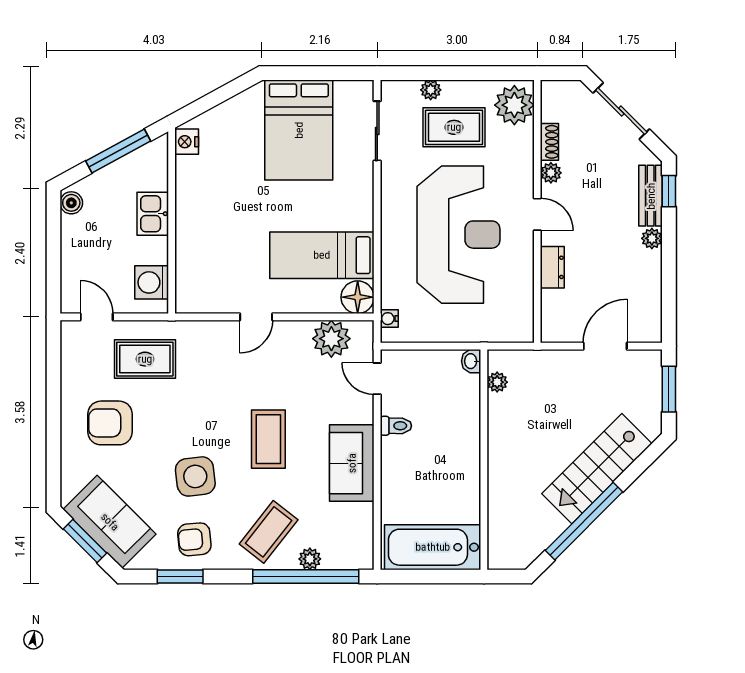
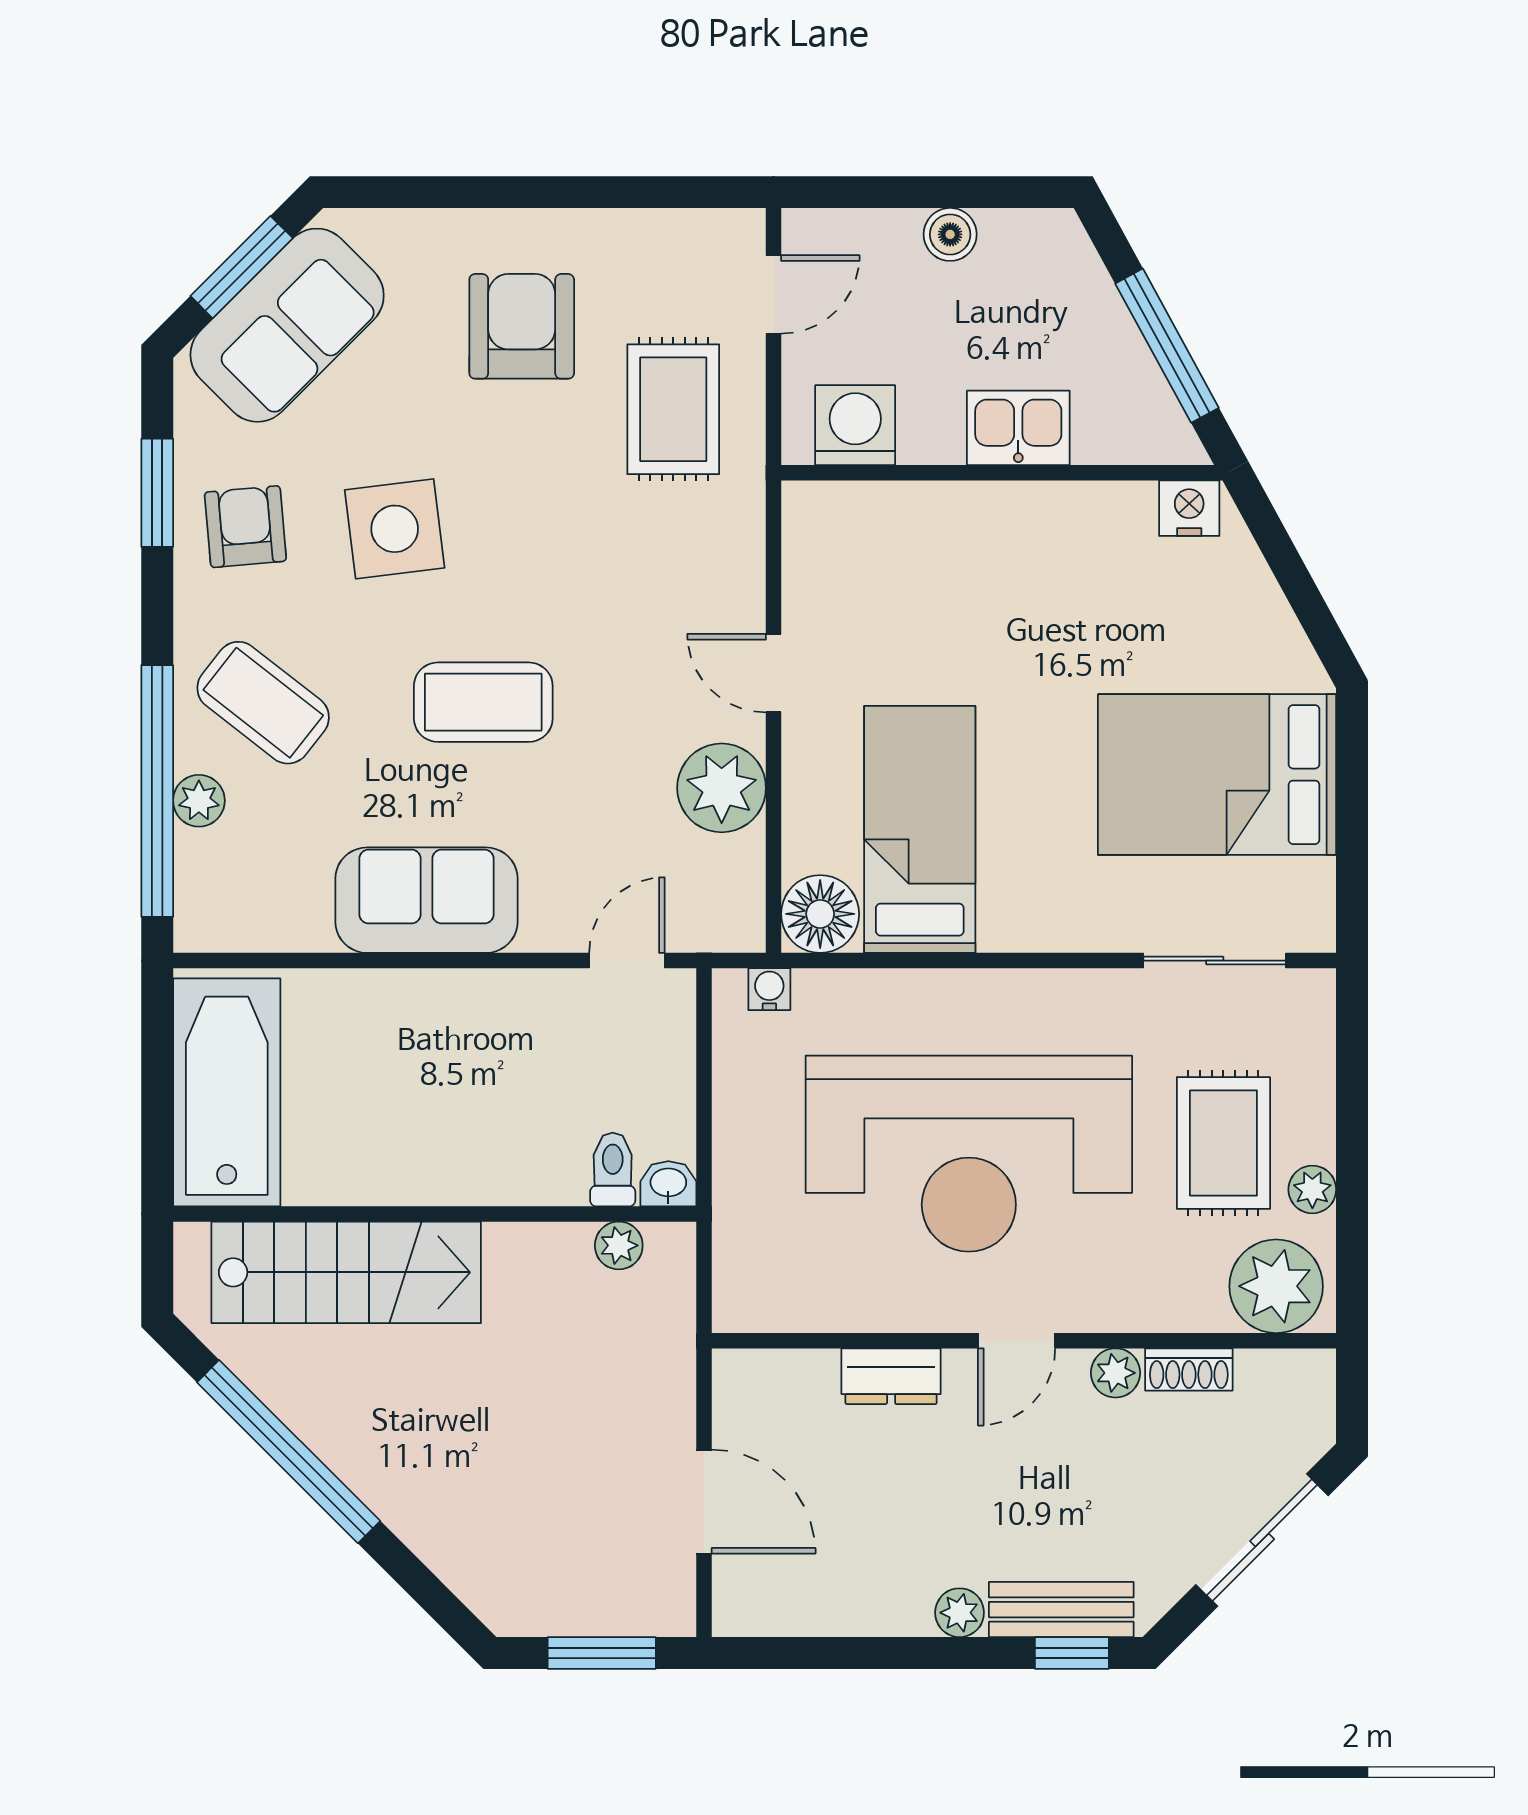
plant: (431, 90) -> (1312, 1189), moved
boiler: (71, 203) -> (950, 234), moved
plant: (331, 339) -> (722, 788), moved
toilet: (396, 426) -> (613, 1170), moved, turned 180
stairs: (597, 469) -> (346, 1272), moved, turned 135

